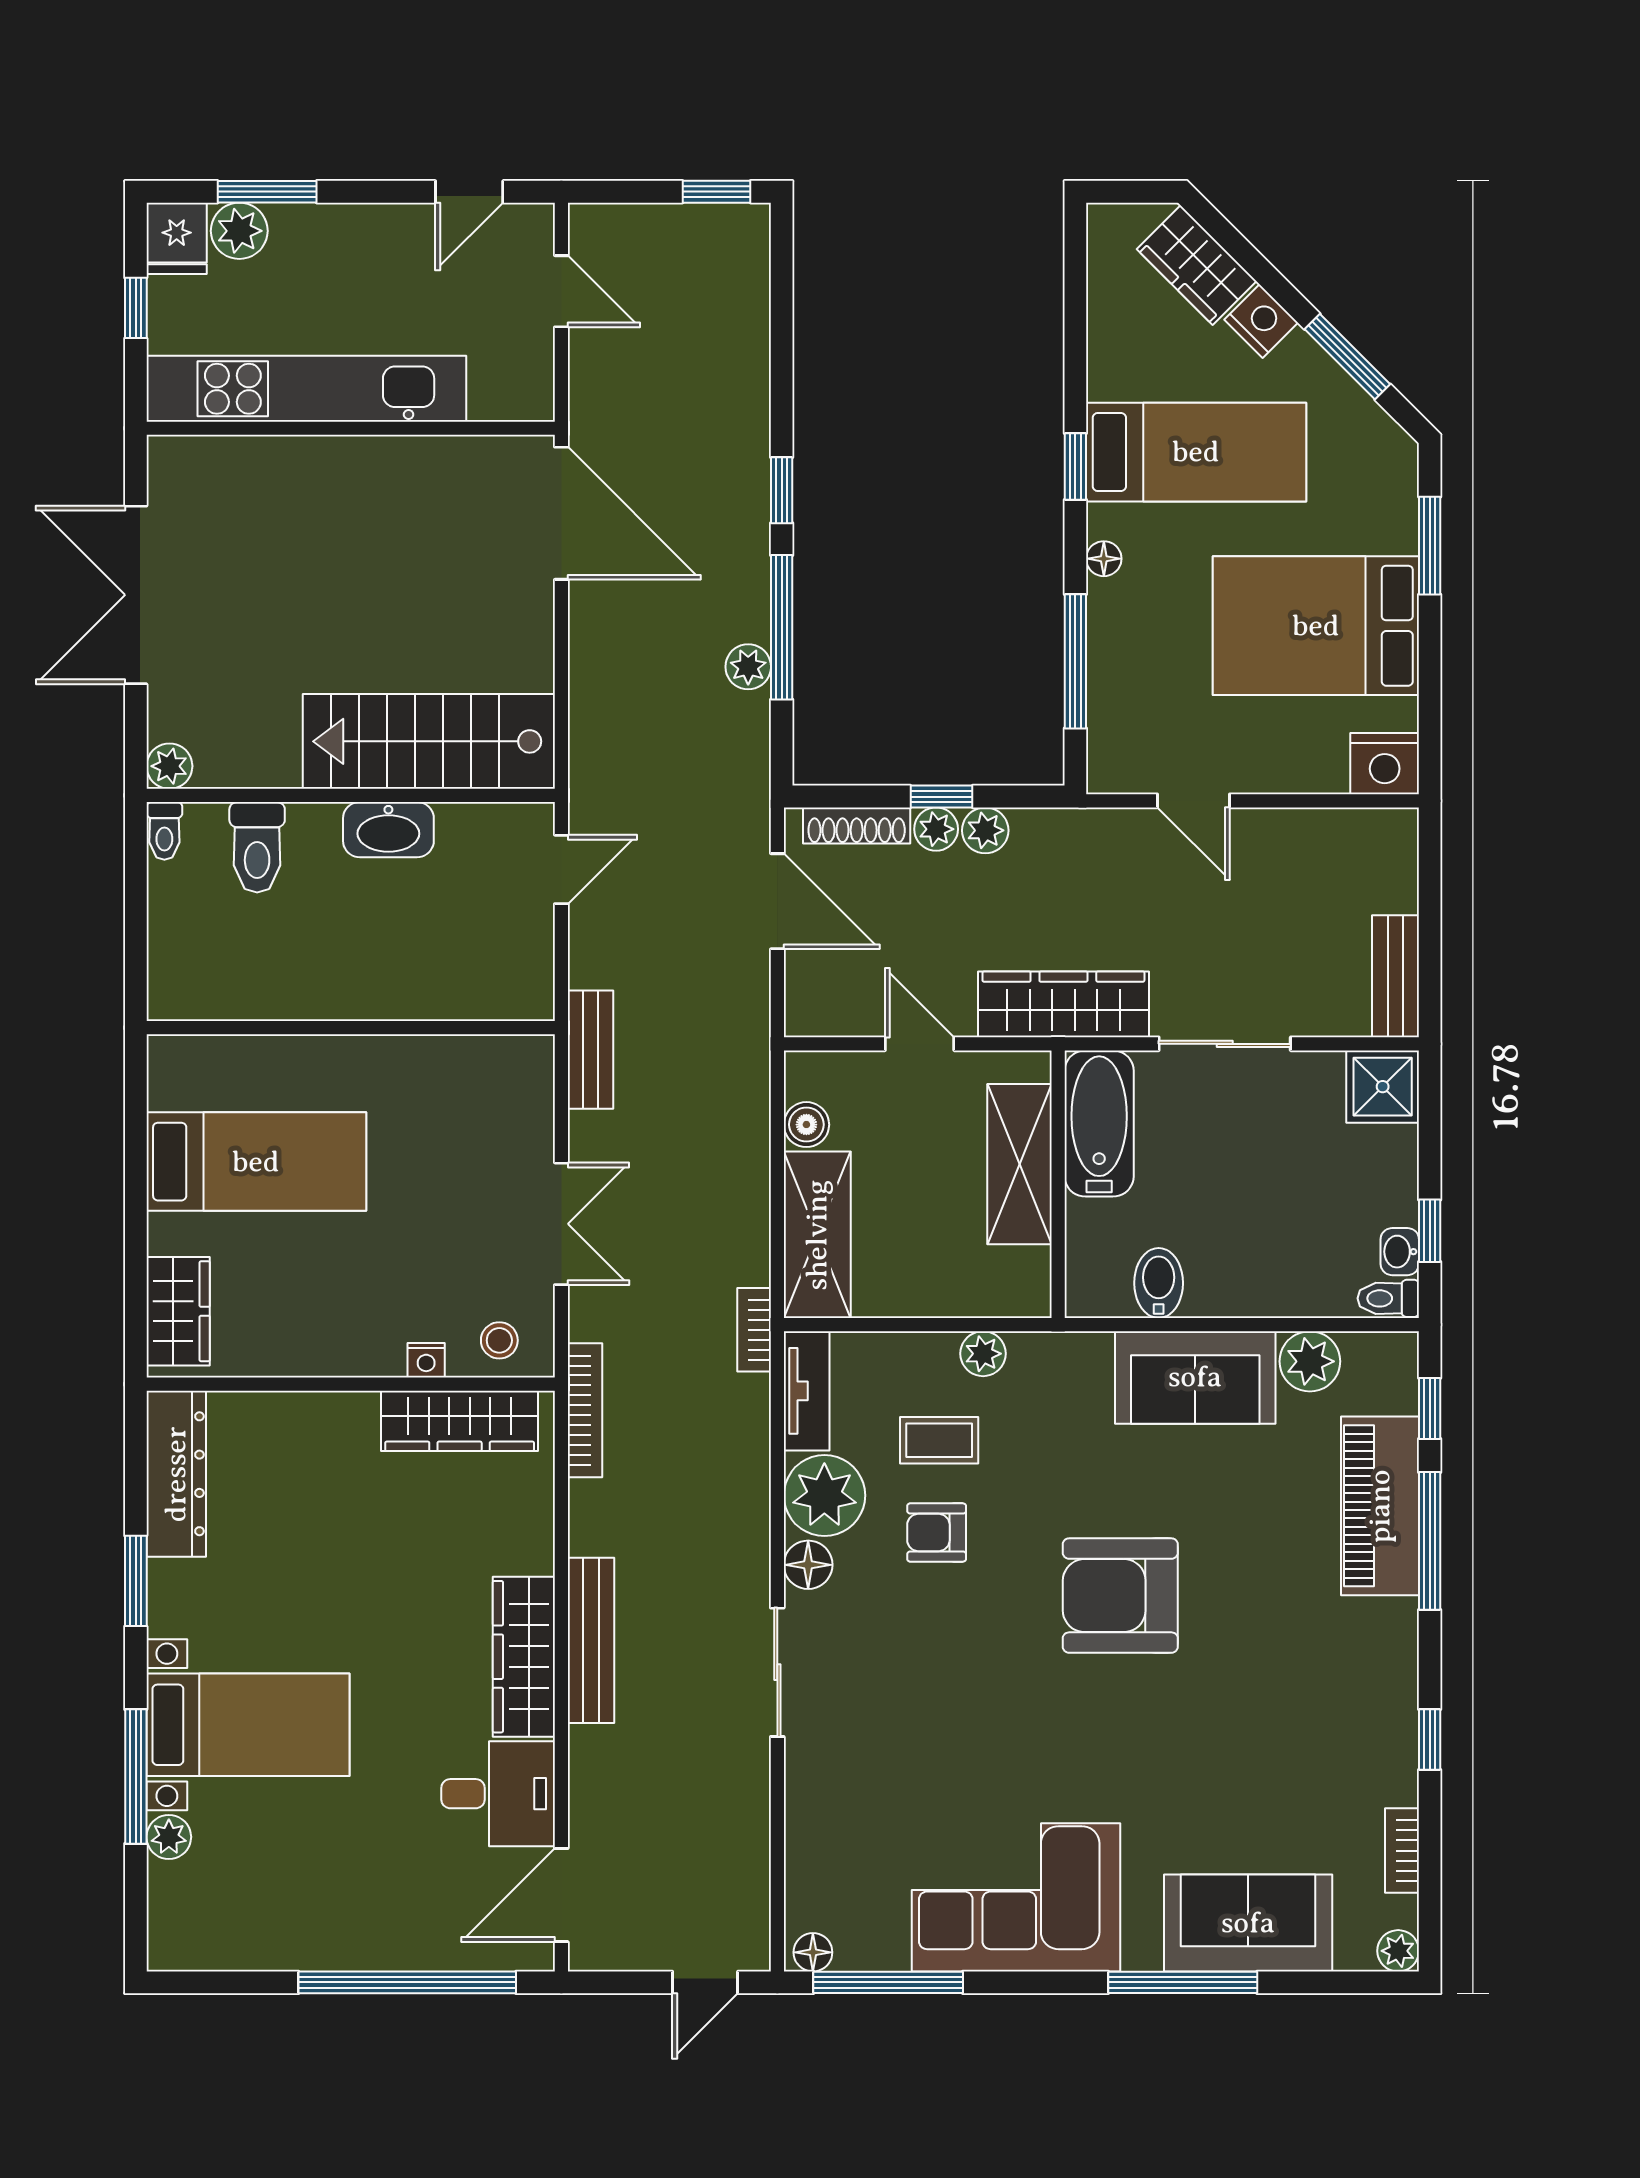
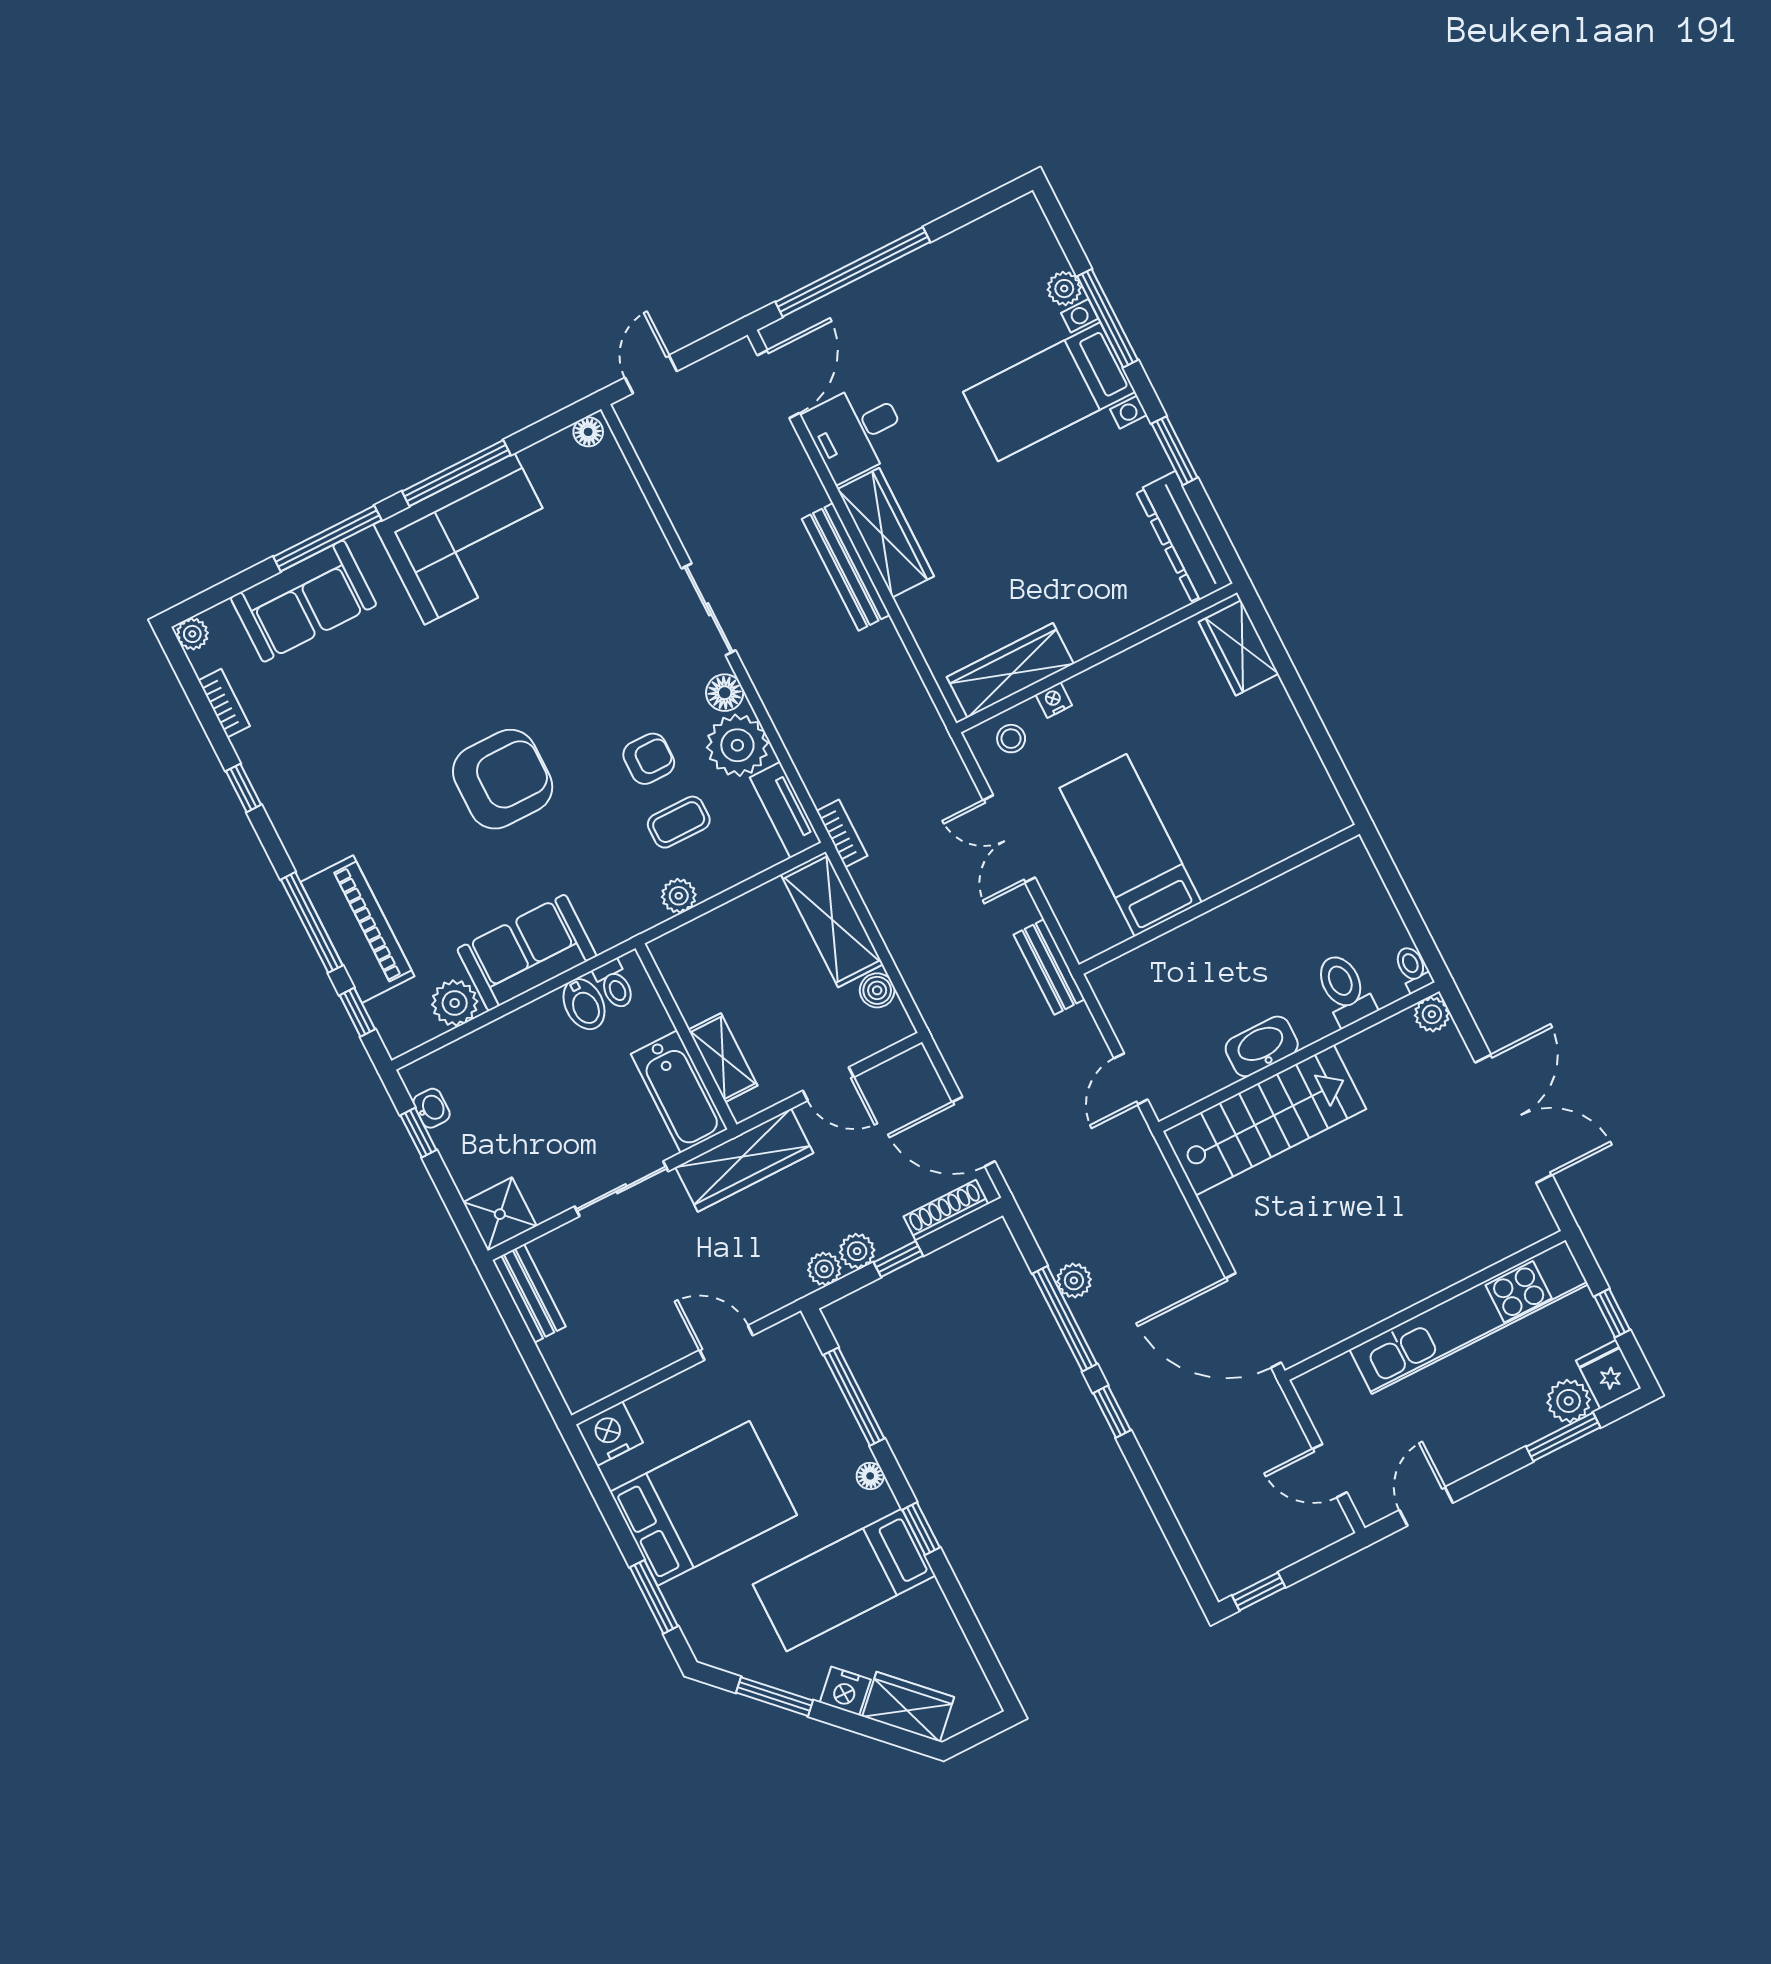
plant: (936, 829) -> (824, 1269), moved
bed: (256, 1162) -> (1131, 845), moved, turned 90
shelving: (1020, 1164) -> (723, 1058), width x0.67, depth x0.75
toilet: (1388, 1298) -> (615, 985), moved, turned 90
bookcase: (585, 1410) -> (929, 721), removed
window: (888, 1982) -> (456, 473), moved

